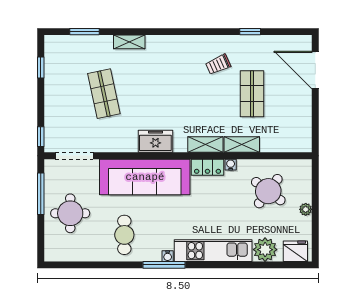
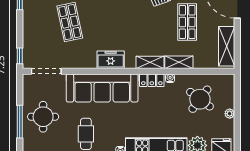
shelving: (302, 124) -> (227, 46), added
window: (41, 194) -> (20, 122), moved

